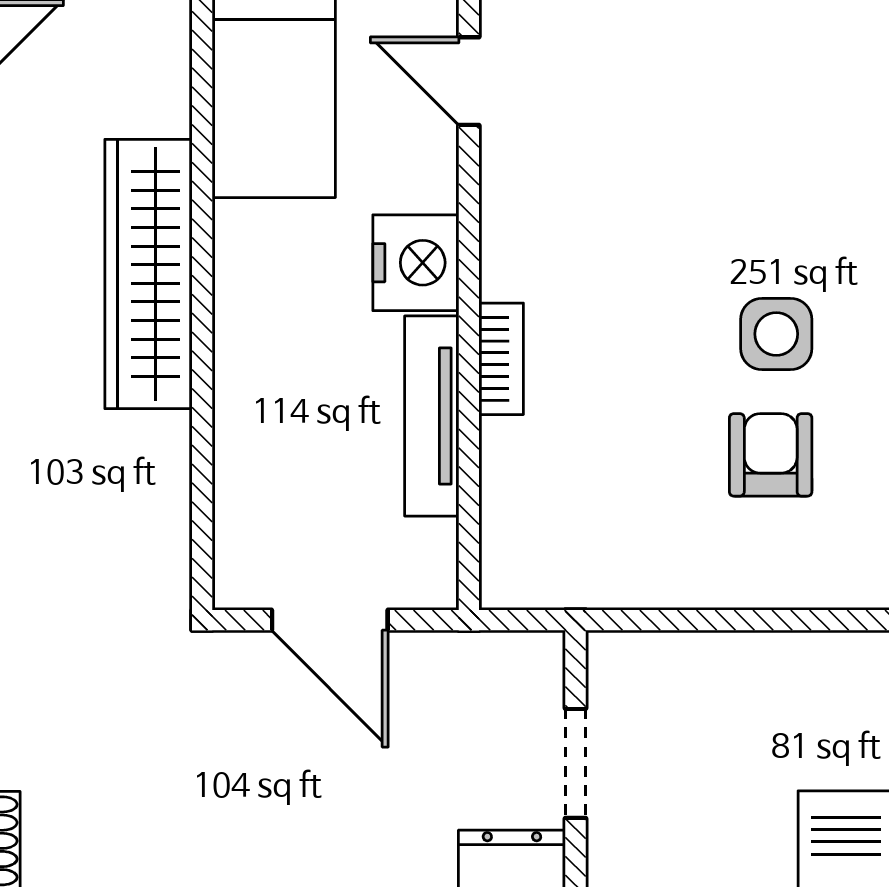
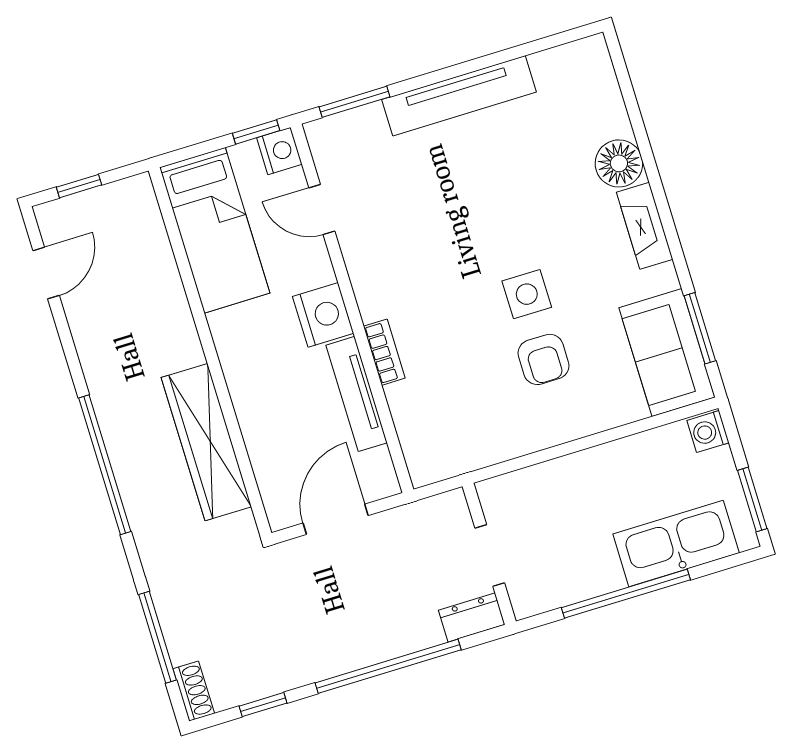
wardrobe: (148, 274) -> (206, 442), moved
armchair: (771, 455) -> (543, 359), turned 180
door: (330, 620) -> (336, 519), swing flipped

